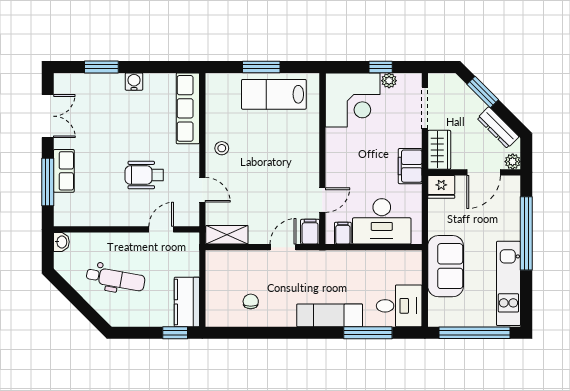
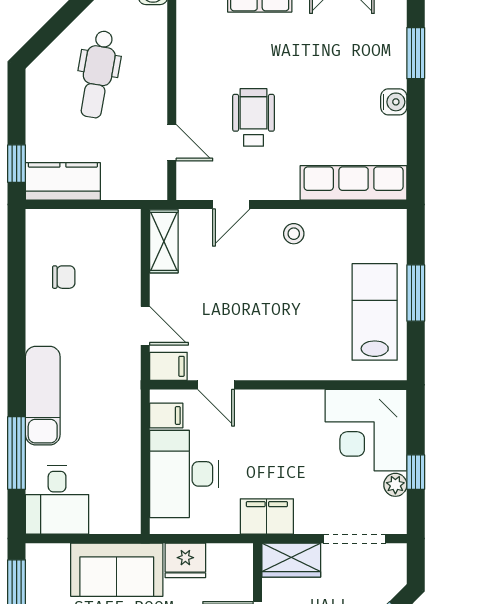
fridge: (441, 187) -> (185, 560), moved, turned -90

